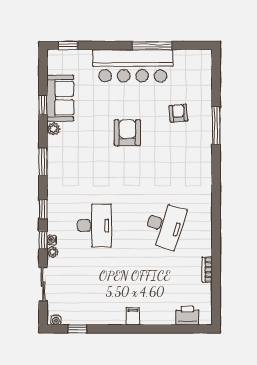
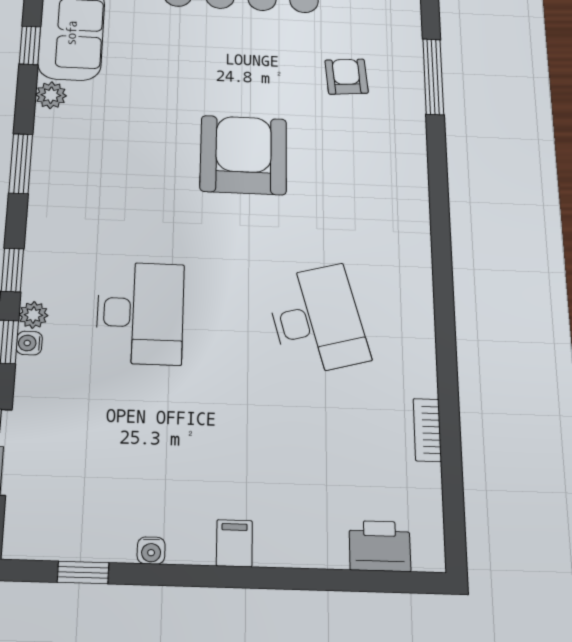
window: (216, 126) -> (433, 77), moved
armchair: (127, 133) -> (244, 155), moved, width x1.36, depth x1.36
desk: (165, 226) -> (317, 320), turned -33
plant: (53, 252) -> (33, 315), moved
water cooler: (56, 320) -> (151, 551), moved

